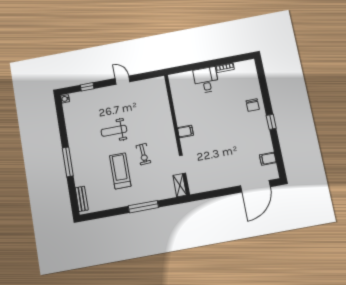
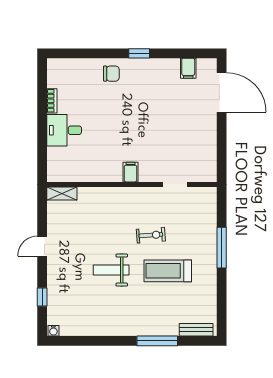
weight bench: (114, 131) -> (111, 270), turned 90
window: (68, 162) -> (157, 341), moved
shelving: (180, 185) -> (62, 194), moved

